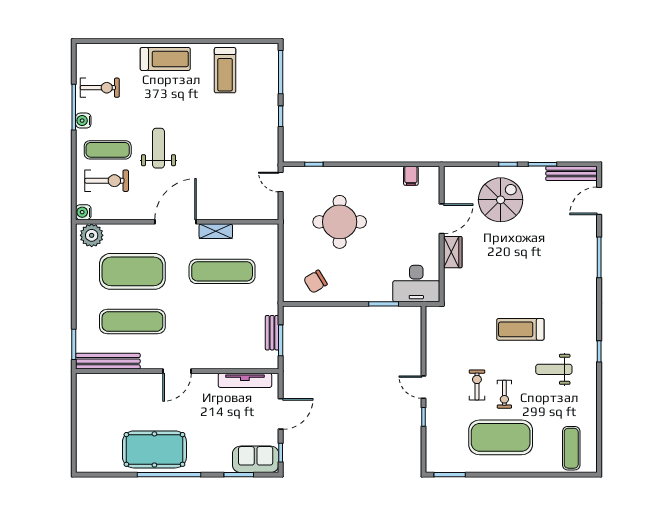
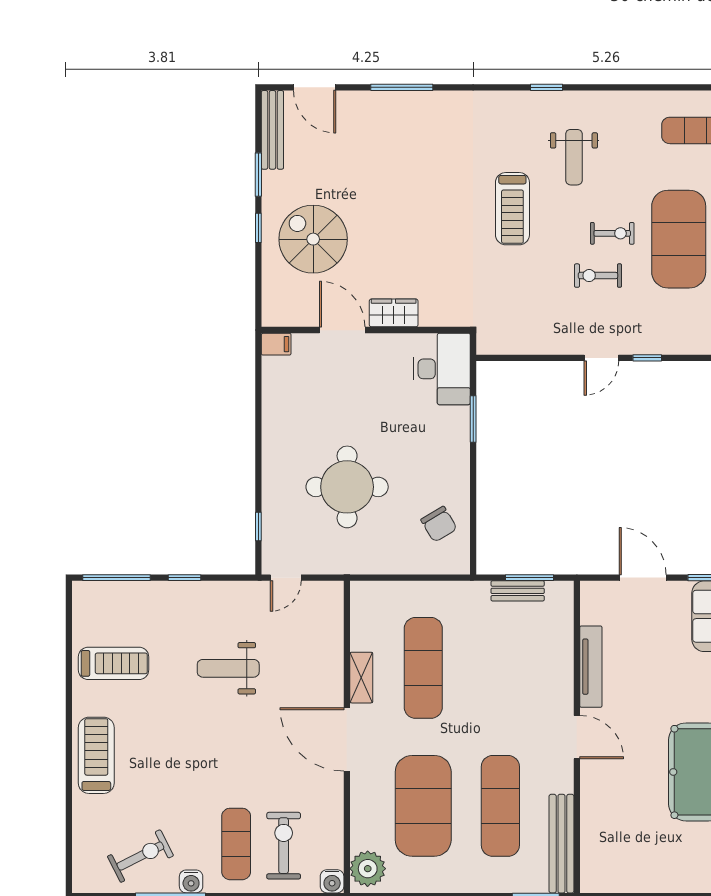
exercise bike: (100, 88) -> (140, 856), turned 63
weight bench: (158, 148) -> (228, 668), moved
filing cabinet: (411, 176) -> (276, 344), moved
tv unit: (245, 380) -> (591, 667), moved

